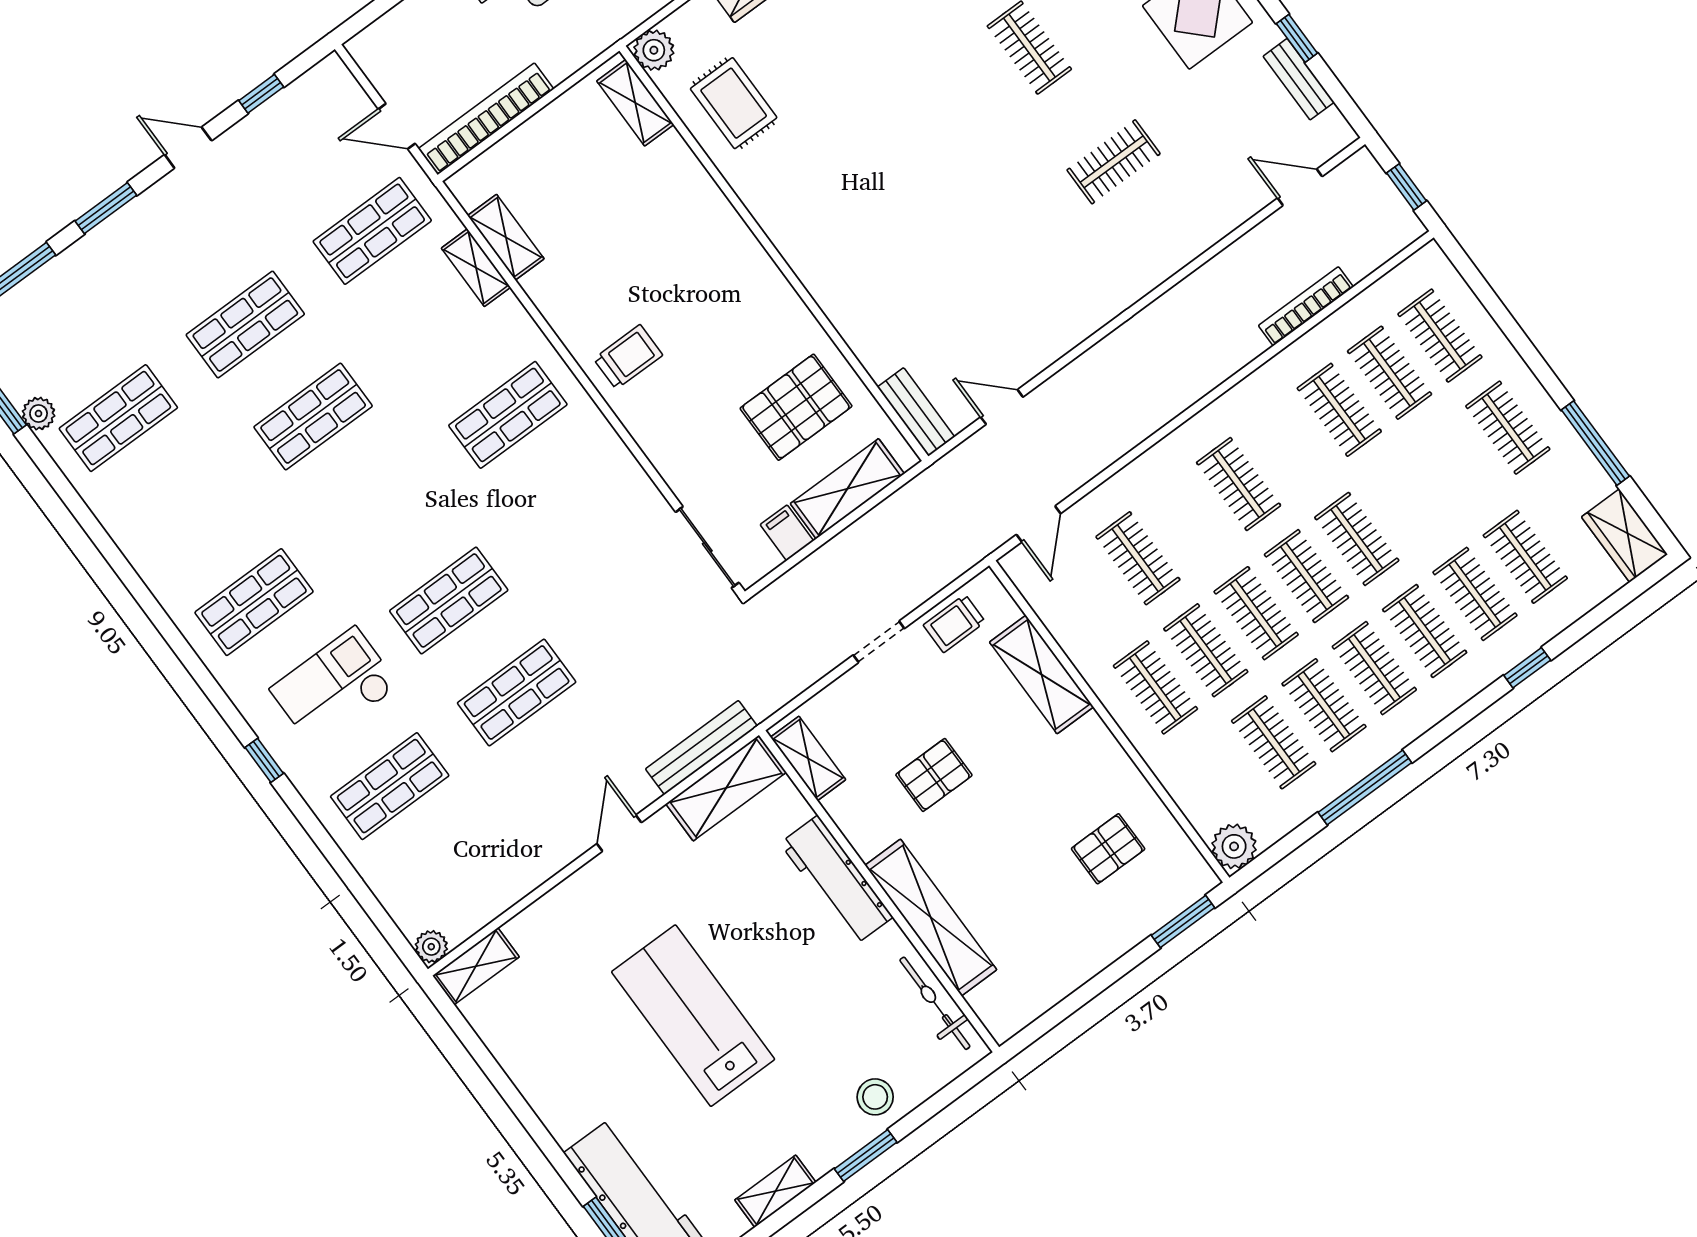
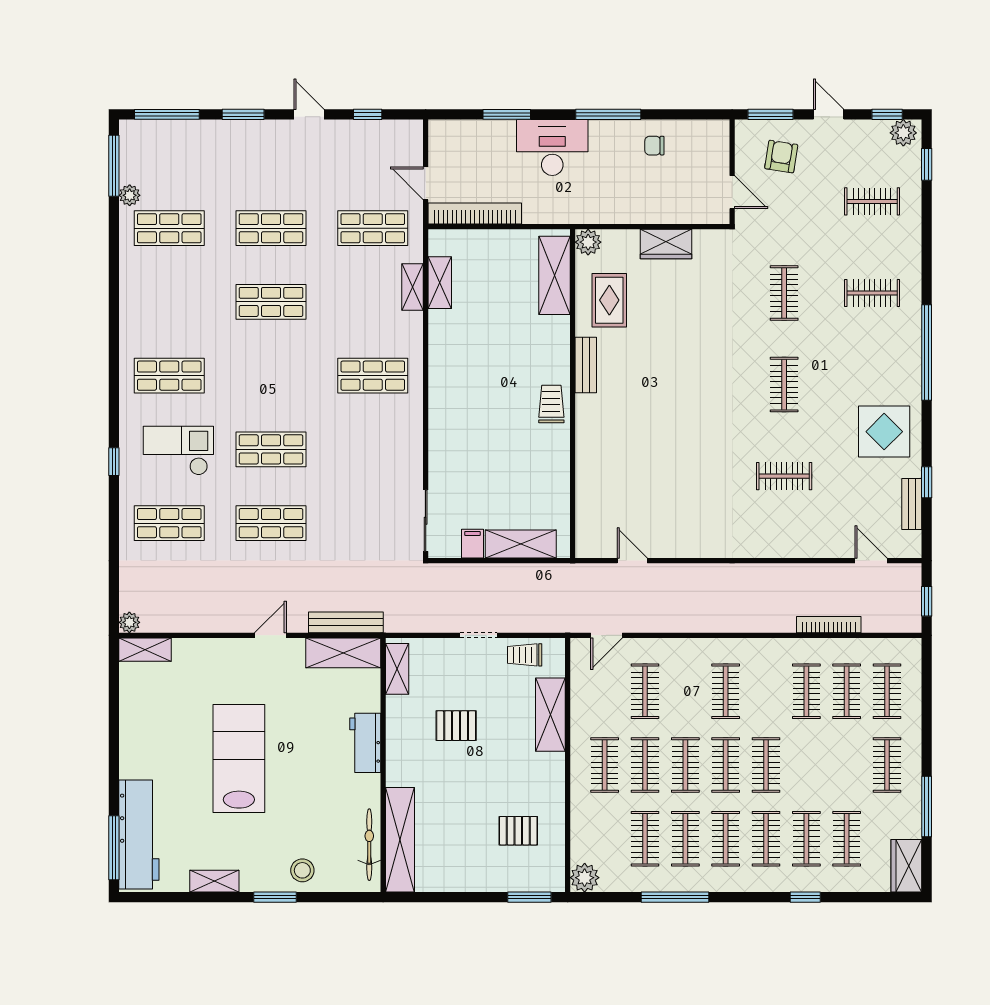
shelving: (635, 103) -> (554, 275), width x1.50, depth x1.33
trolley: (628, 357) -> (551, 404), moved, turned -90
pallet: (796, 407) -> (525, 482), removed
bench: (916, 412) -> (586, 365), moved
workbench: (836, 880) -> (365, 743), width x0.73
shelving: (931, 917) -> (400, 840), moved

